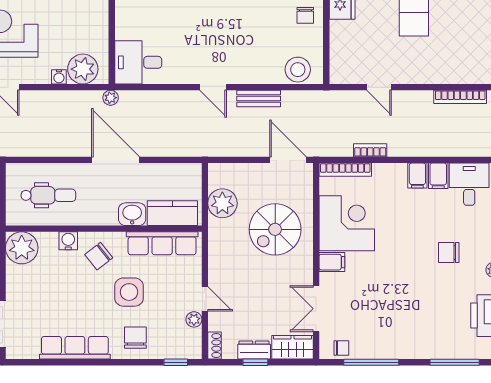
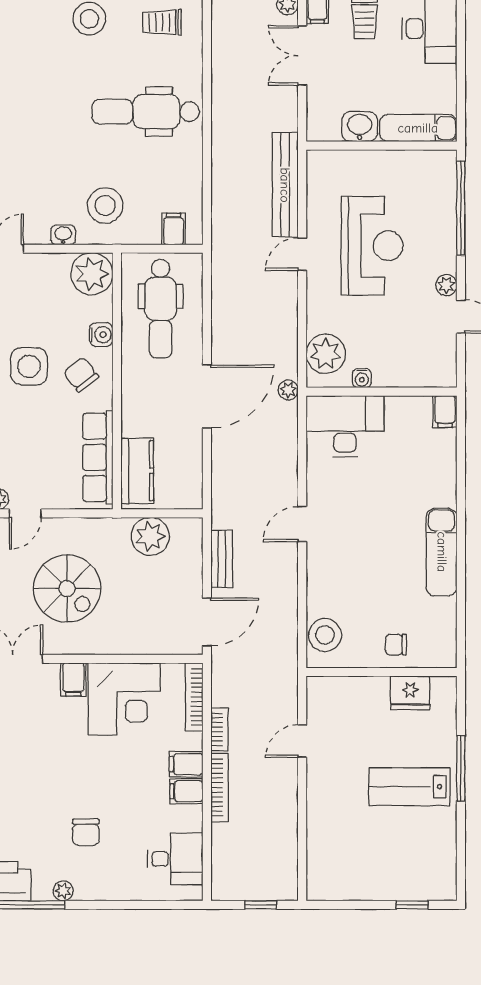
desk: (138, 62) -> (345, 426), width x1.37
water cooler: (59, 77) -> (362, 378), moved, turned -90
bookcase: (460, 97) -> (220, 788), moved, turned 180
bench: (259, 98) -> (222, 559), moved
filing cabinet: (438, 176) -> (186, 764), moved
dental chair: (48, 195) -> (161, 309), width x1.36, depth x1.38
washbasin: (132, 214) -> (136, 418), removed
spiral stairs: (275, 229) -> (67, 589), moved, turned 180
chair: (449, 253) -> (86, 832), turned 180
side table: (129, 292) -> (29, 366), moved

